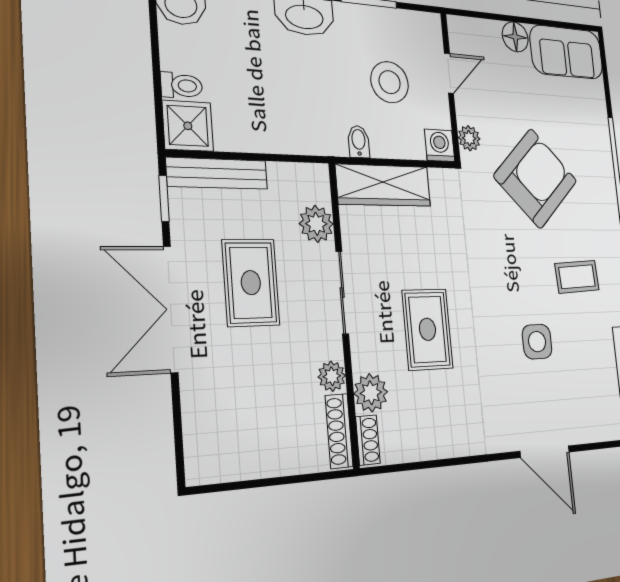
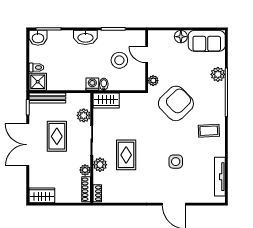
door: (449, 73) -> (147, 55), swing flipped
plant: (596, 131) -> (218, 74), added
washing machine: (440, 145) -> (92, 84), moved
armchair: (536, 179) -> (176, 103), moved
wardrobe: (383, 185) -> (106, 101), width x0.67
coffee table: (577, 277) -> (209, 131), moved
plant: (371, 393) -> (100, 165), moved
wardrobe: (221, 460) -> (42, 195), added

